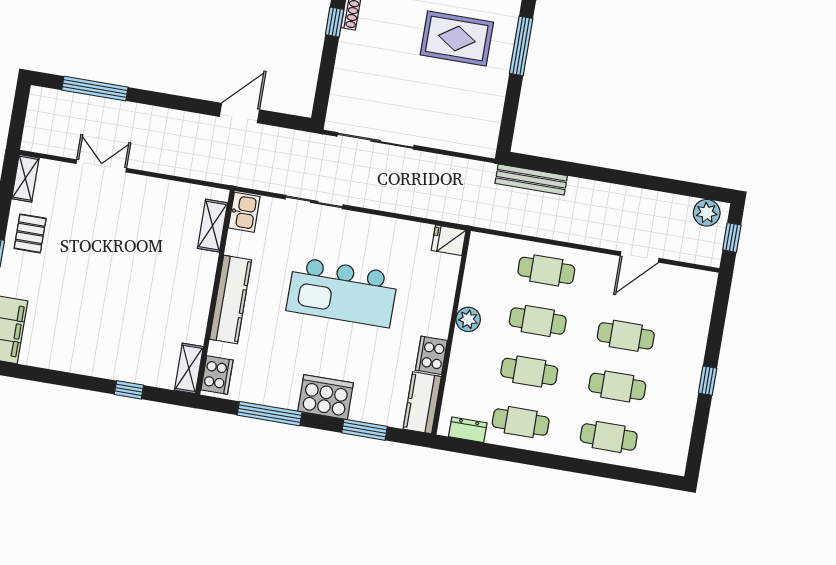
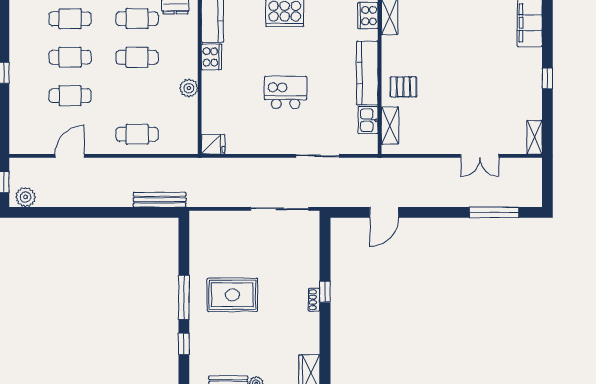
kitchen sink: (244, 212) -> (368, 120), moved
pallet: (30, 233) -> (403, 87), moved, turned 90
kitchen island: (342, 292) -> (286, 92), width x0.54, depth x0.78
cafe table: (538, 321) -> (137, 96), removed

